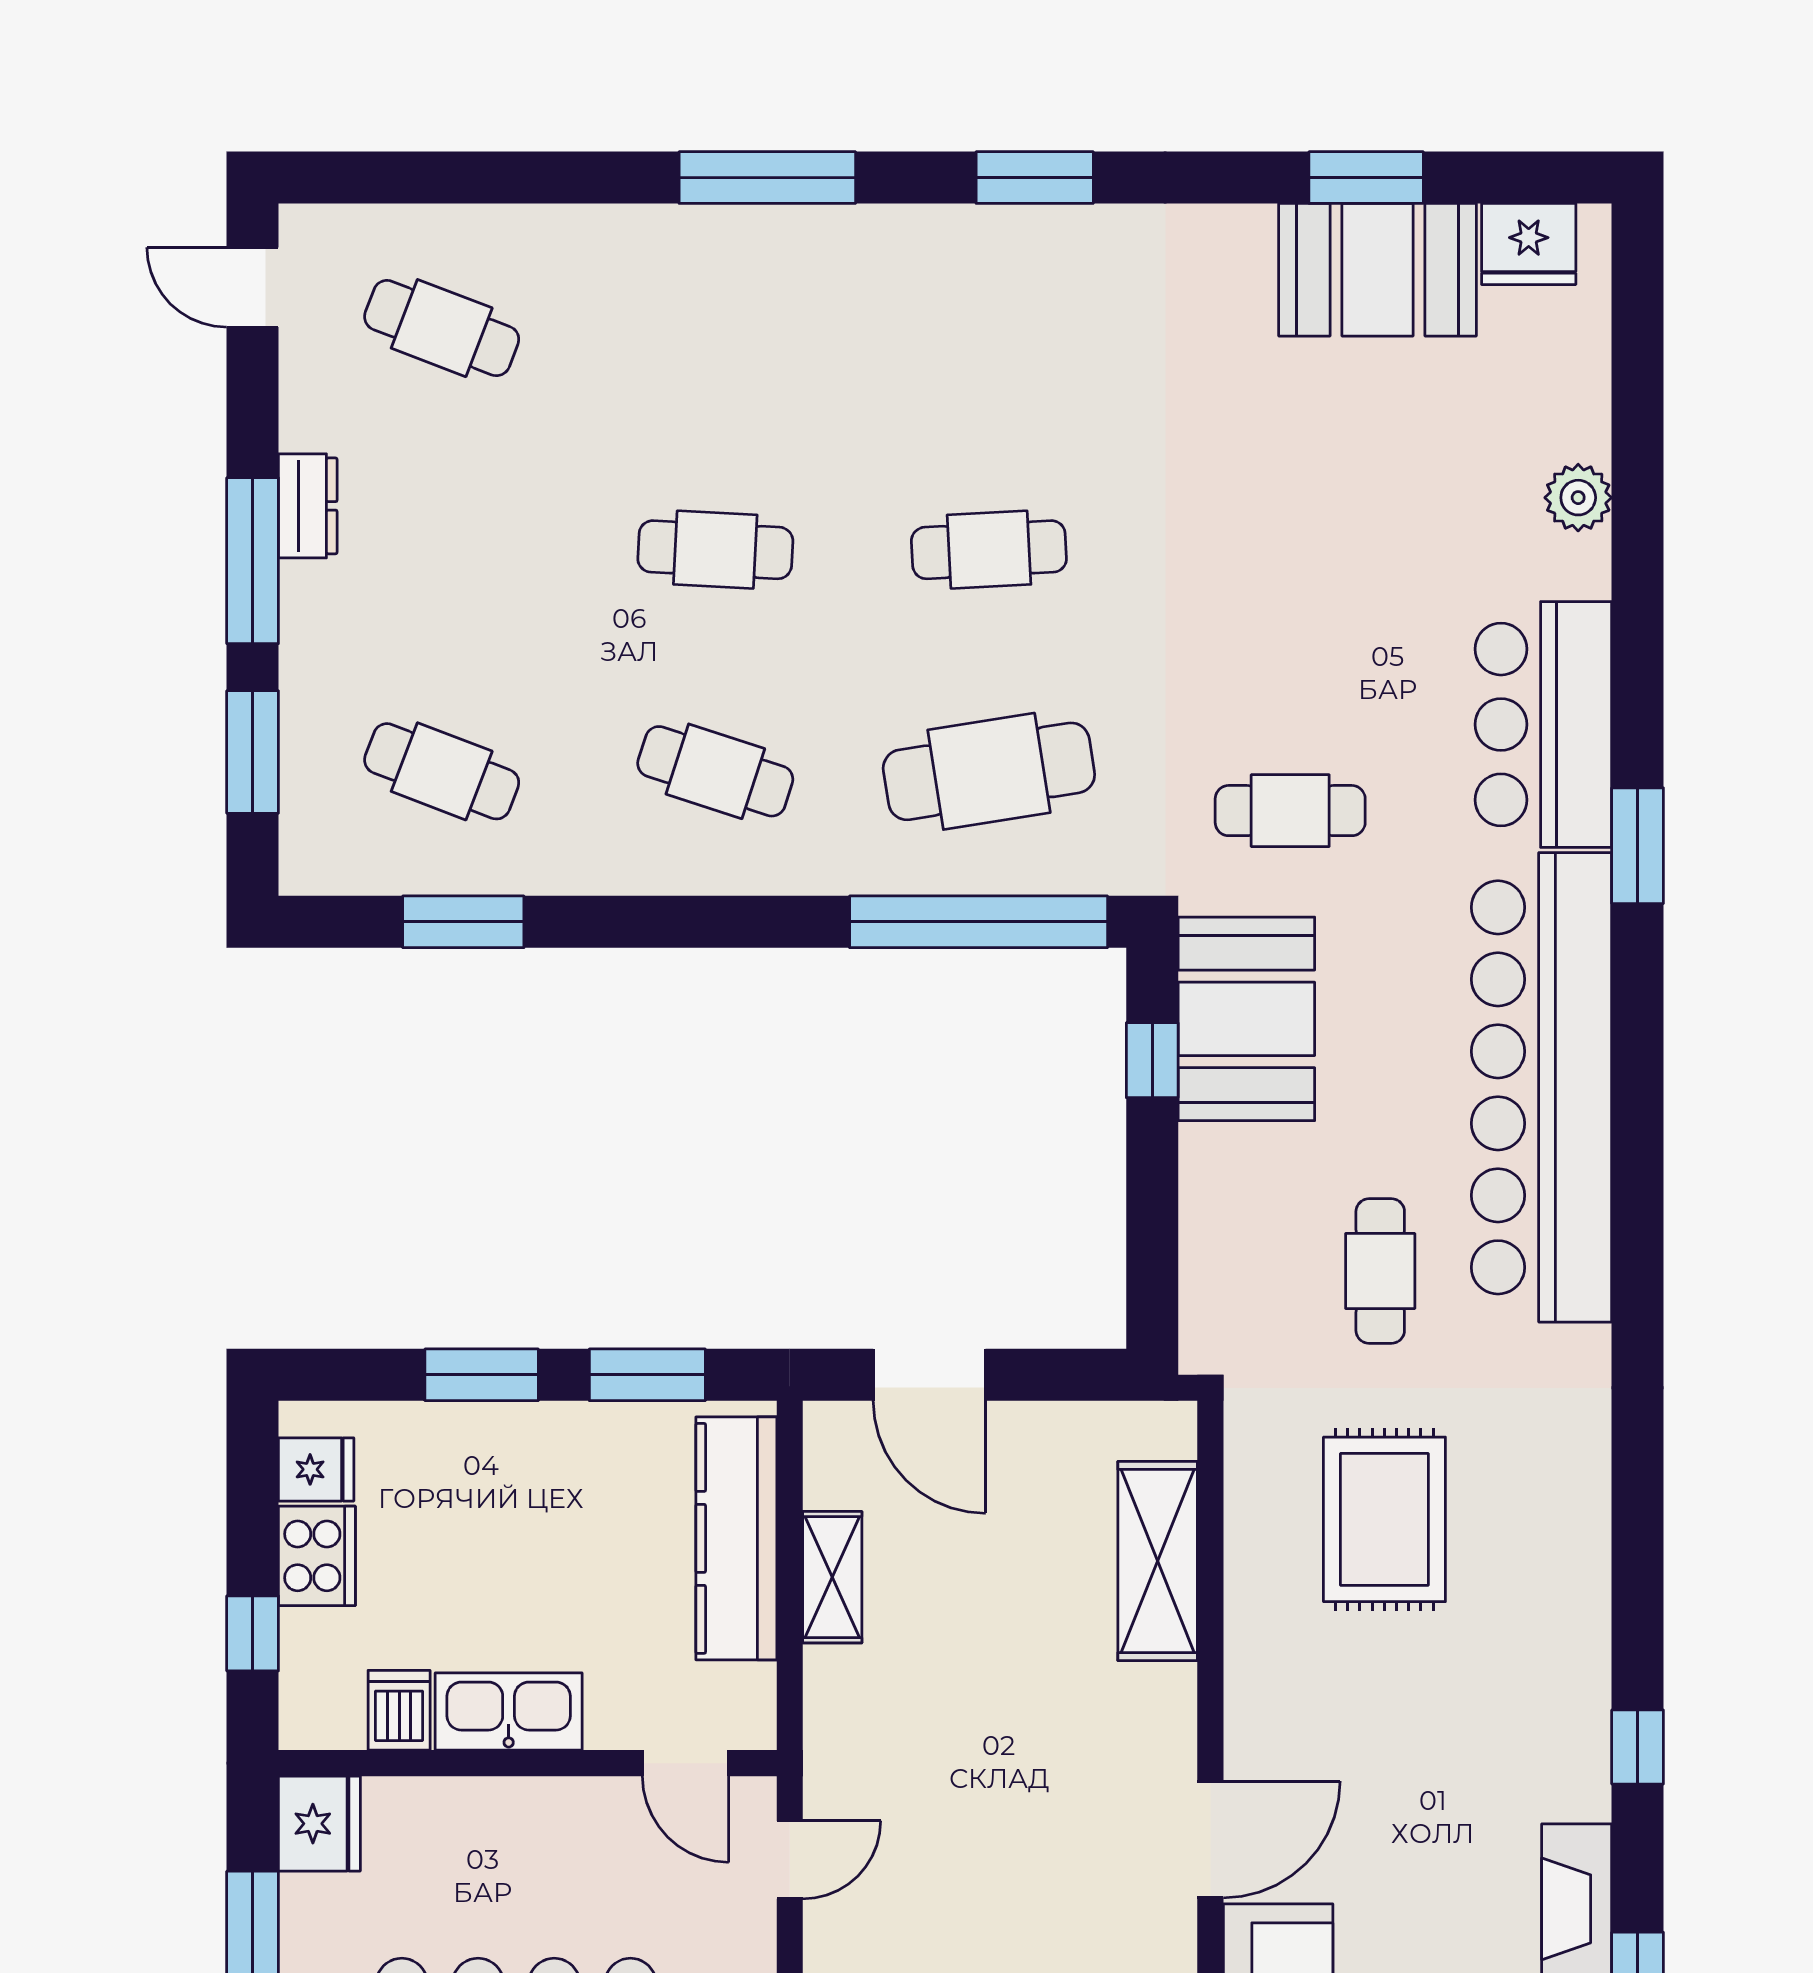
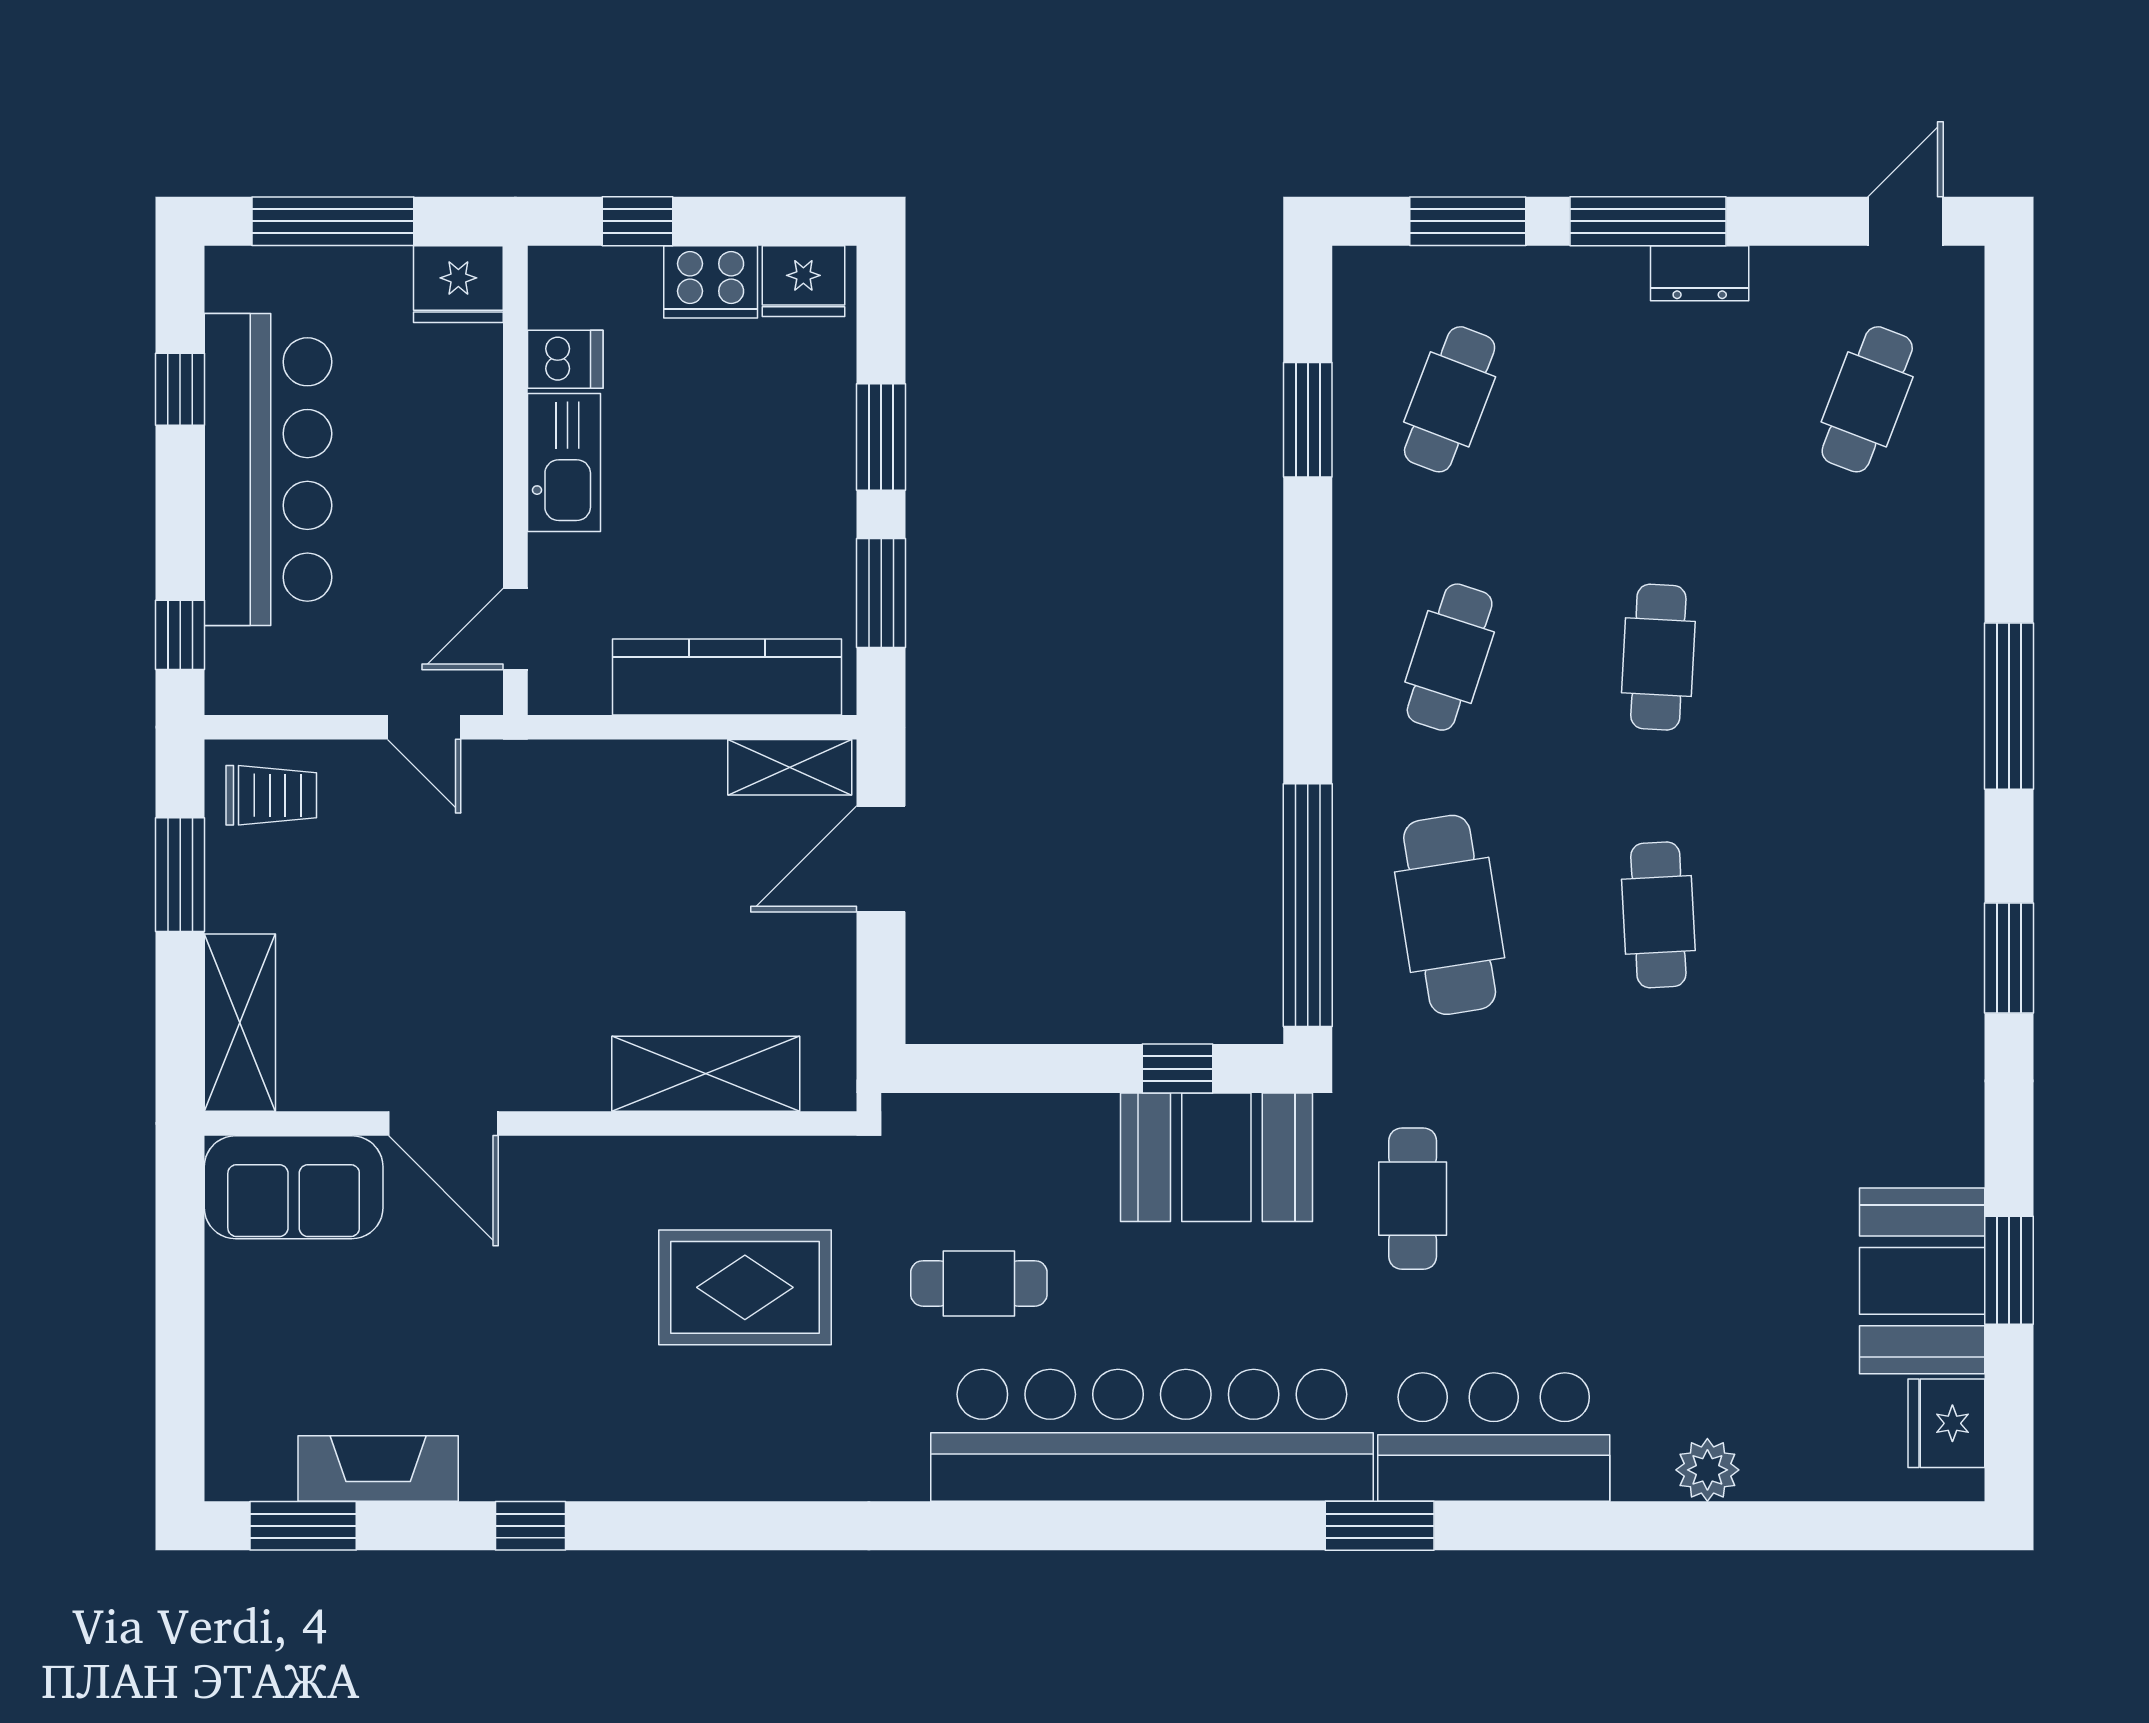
fridge: (316, 1469) -> (803, 281), width x1.38
shelving: (832, 1577) -> (790, 767), moved

